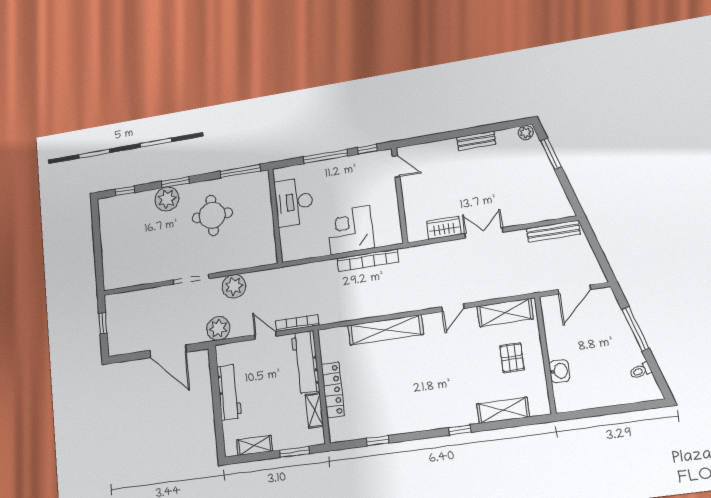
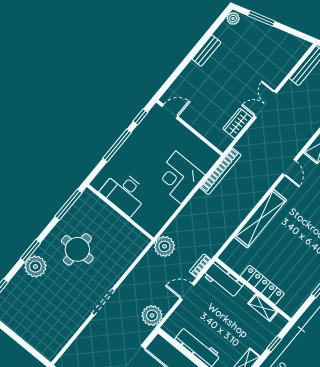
bookcase: (368, 260) -> (220, 171), moved
plant: (234, 286) -> (164, 246), moved
bookcase: (297, 323) -> (200, 266), width x0.64
workbench: (306, 362) -> (223, 280), width x0.73
window: (294, 452) -> (274, 344), width x0.67

